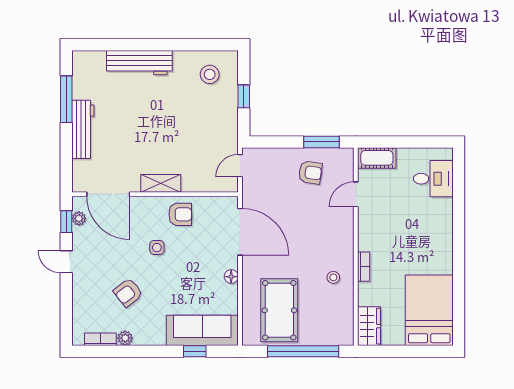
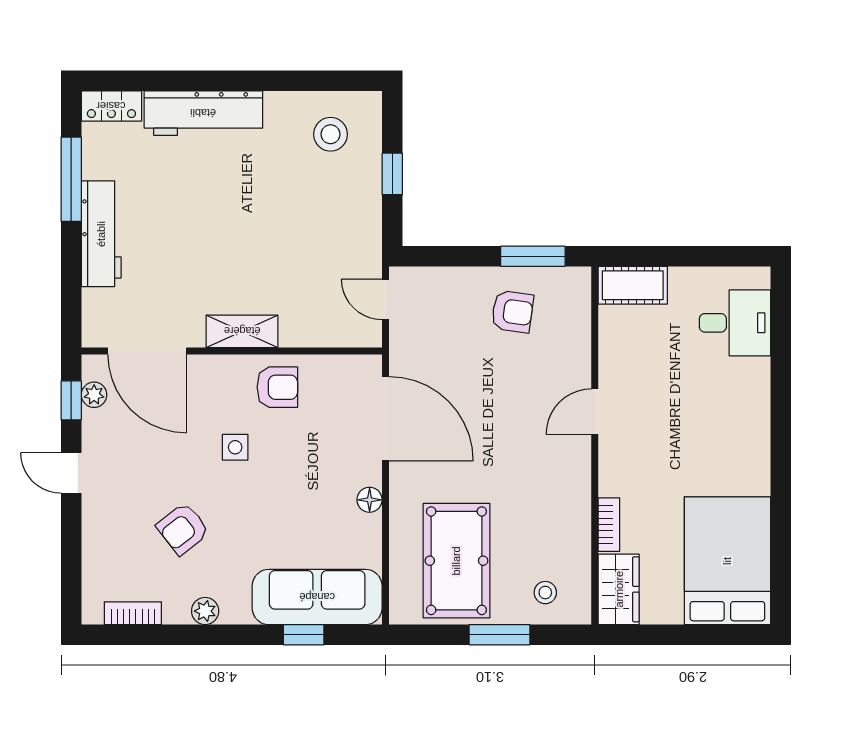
locker: (88, 59) -> (111, 106), added
door: (240, 166) -> (385, 299), hinge flipped
door: (356, 194) -> (595, 411), moved
bookcase: (364, 267) -> (609, 525), moved
stool: (333, 277) -> (545, 593), moved
plant: (125, 338) -> (205, 611), moved
window: (303, 351) -> (500, 635), width x0.47

